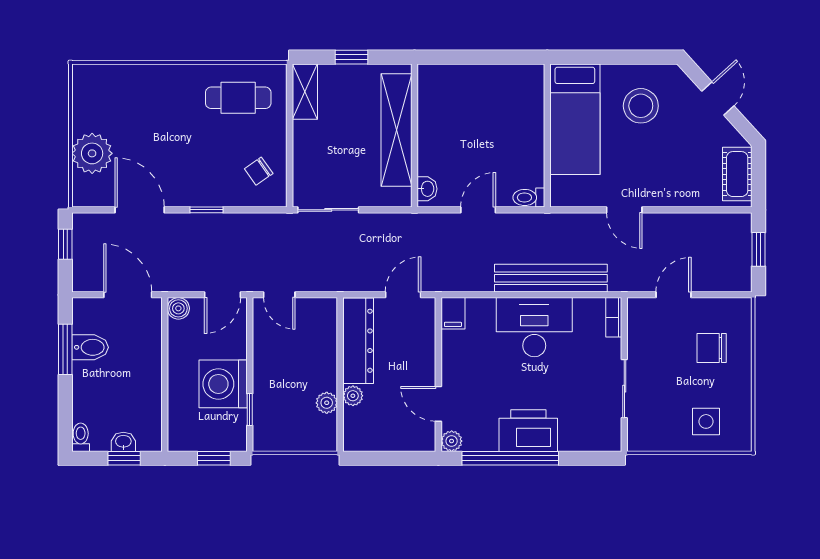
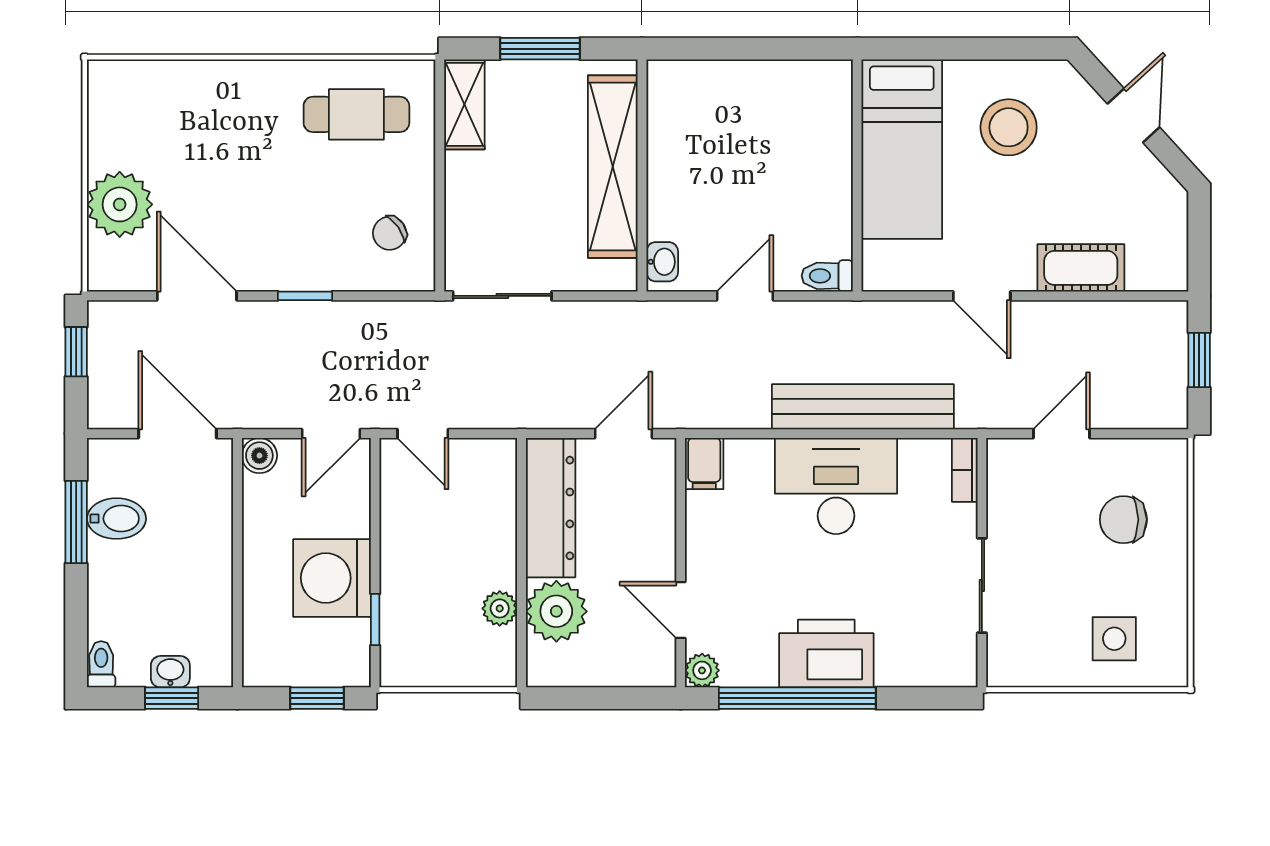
window: (352, 57) -> (540, 49), width x1.50
cot: (737, 174) -> (1081, 268), moved, turned 90
plant: (353, 396) -> (556, 611), width x1.87, depth x1.87

